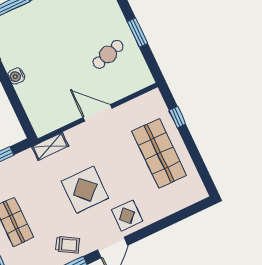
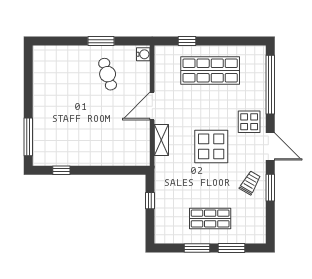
water cooler: (16, 76) -> (143, 54), moved, turned -90
shelving: (50, 146) -> (161, 140), moved
window: (173, 219) -> (270, 85), added

